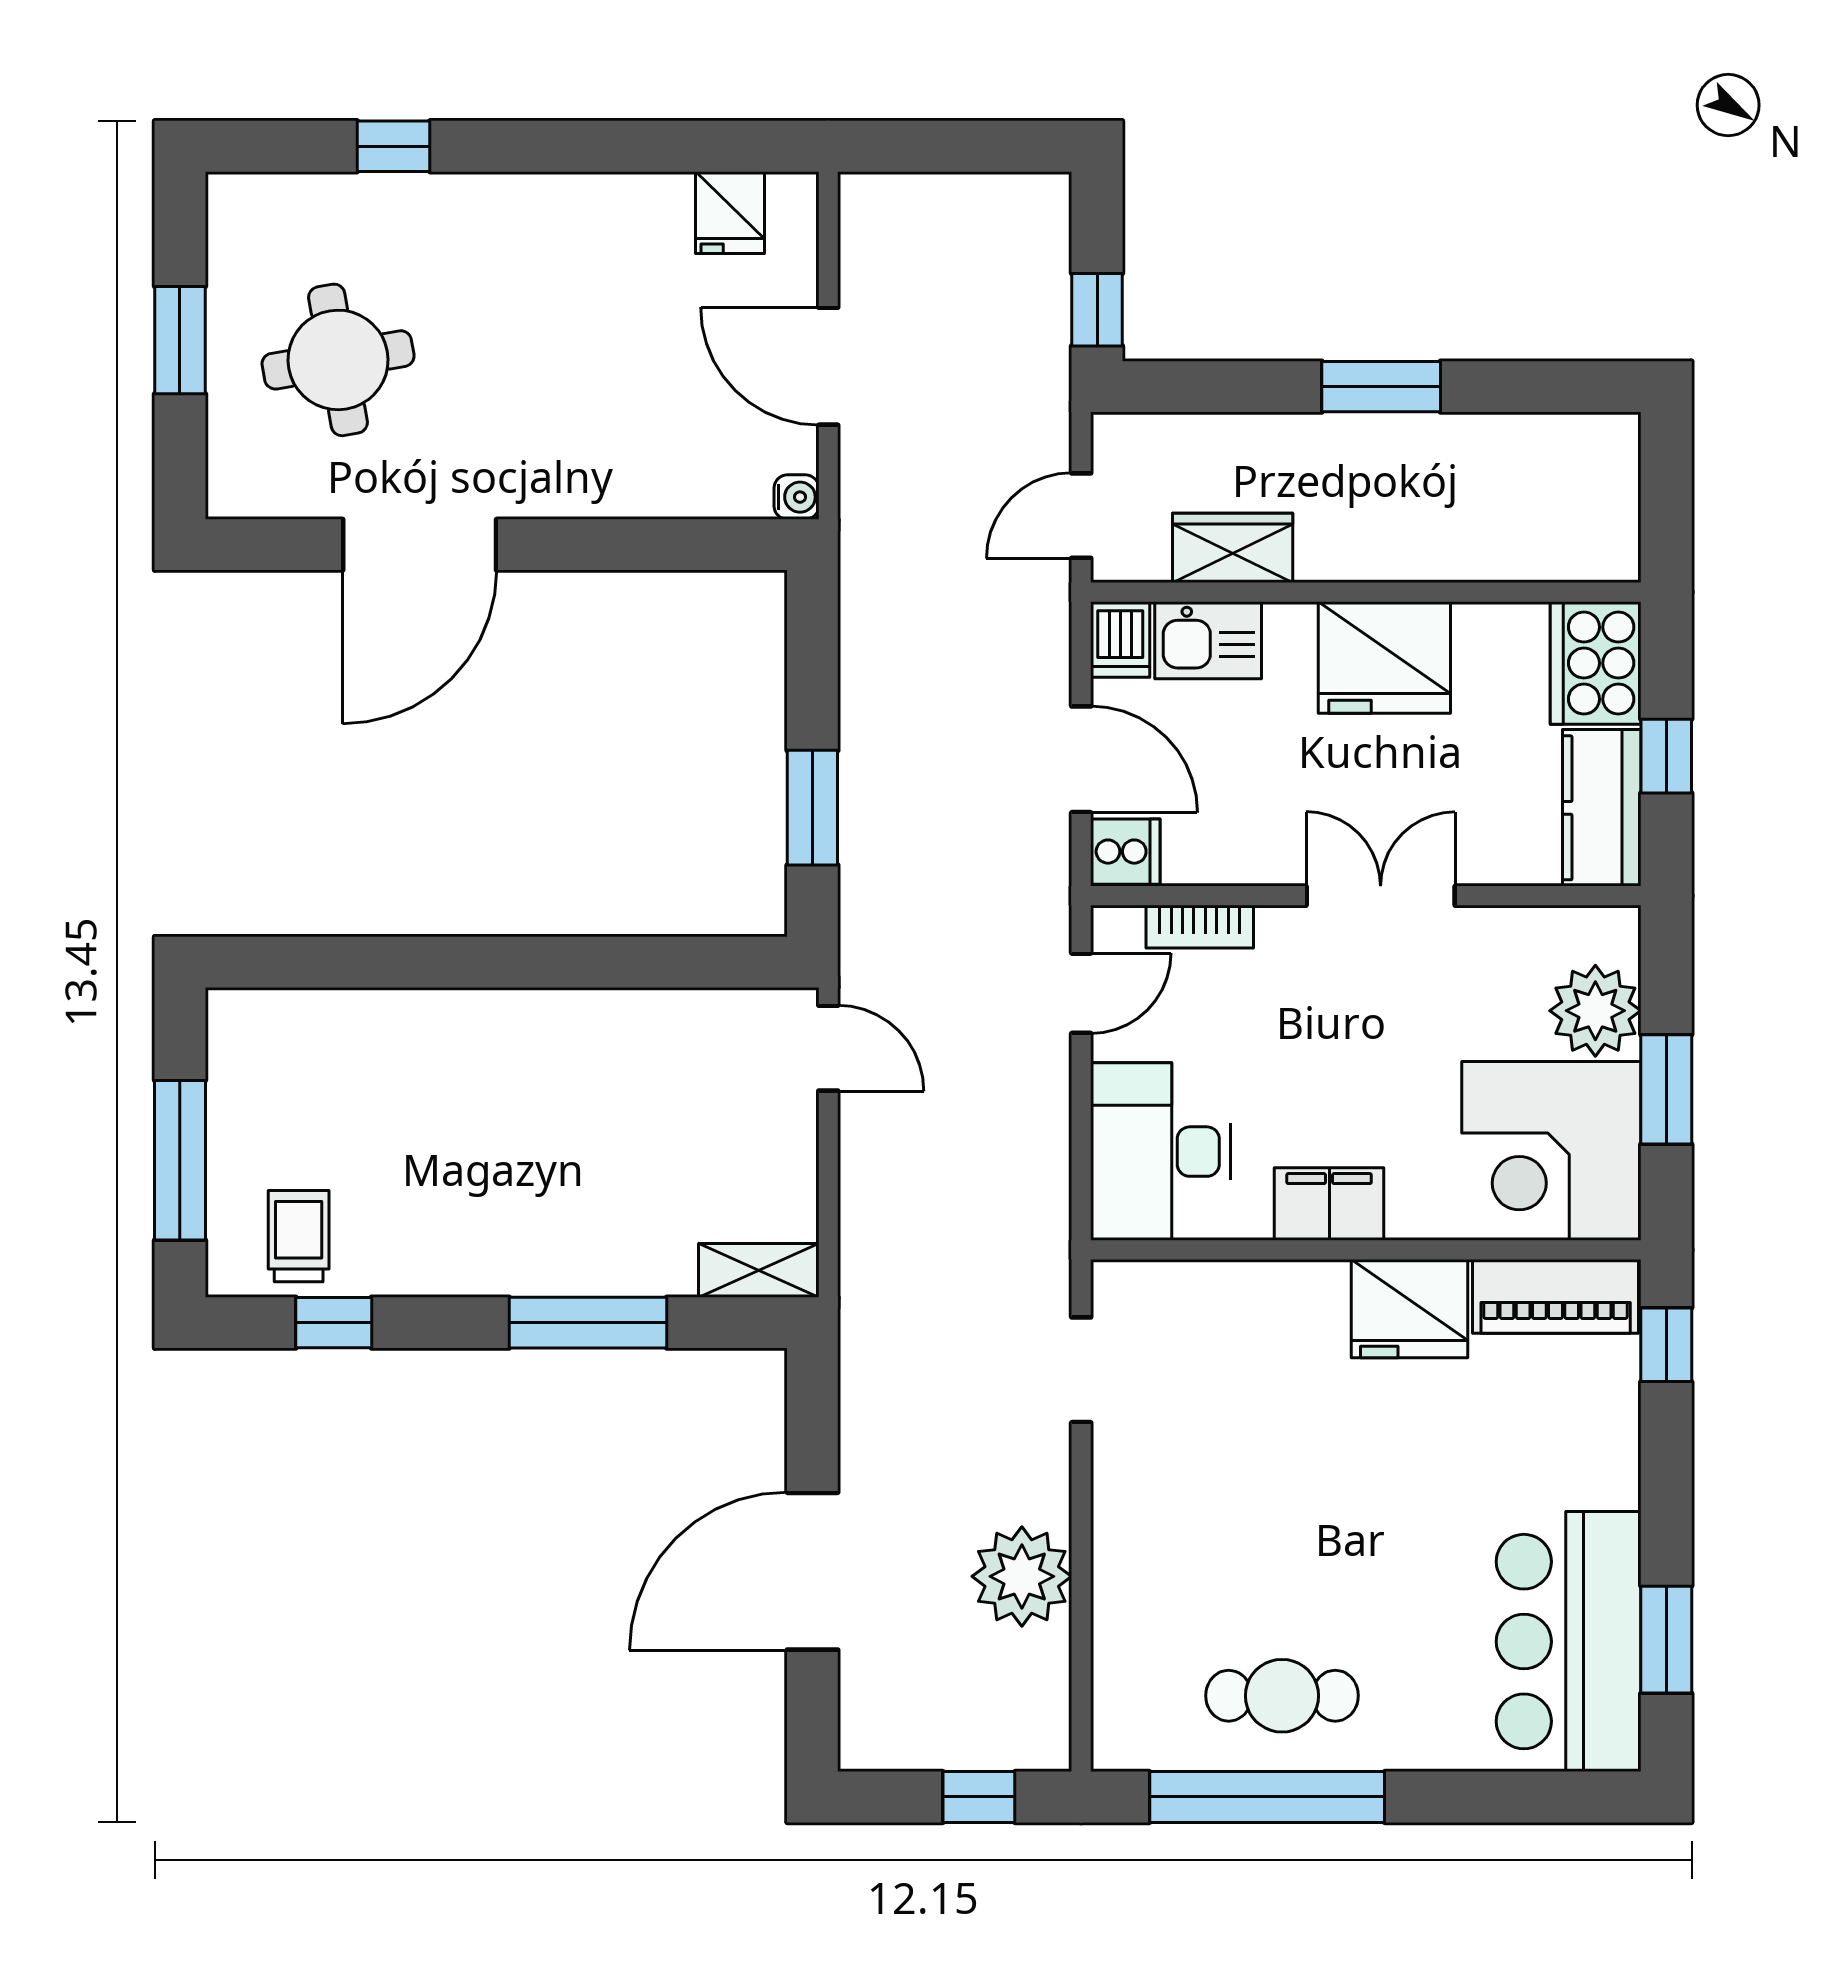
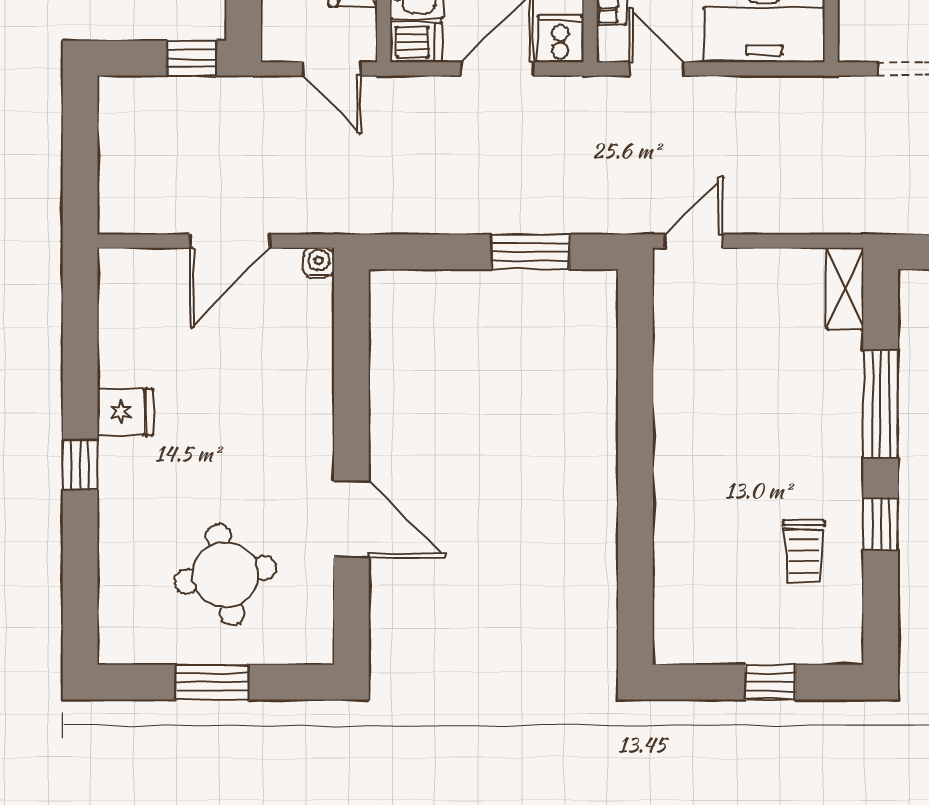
window: (394, 146) -> (80, 465), moved
fridge: (730, 213) -> (125, 412), moved
door: (420, 545) -> (351, 519), width x0.73
window: (180, 1160) -> (770, 682), width x0.46
trolley: (299, 1236) -> (804, 551), moved, turned -90
window: (334, 1323) -> (881, 524), moved

